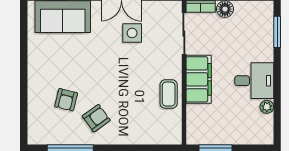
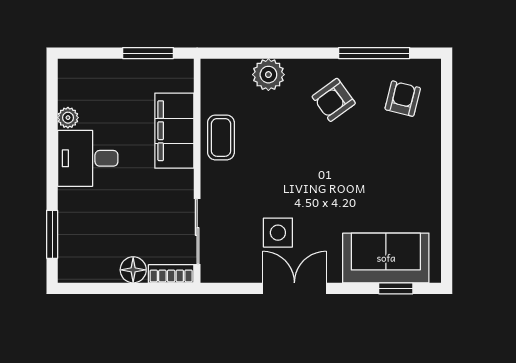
filing cabinet: (199, 79) -> (174, 131), moved
armchair: (66, 100) -> (403, 99), moved
plant: (138, 134) -> (268, 75), added

